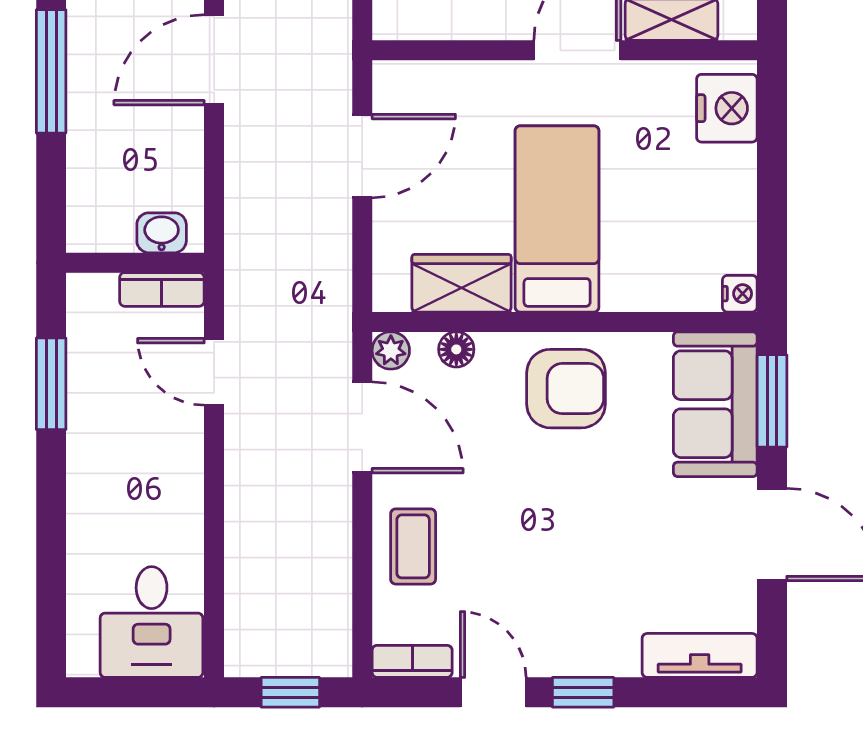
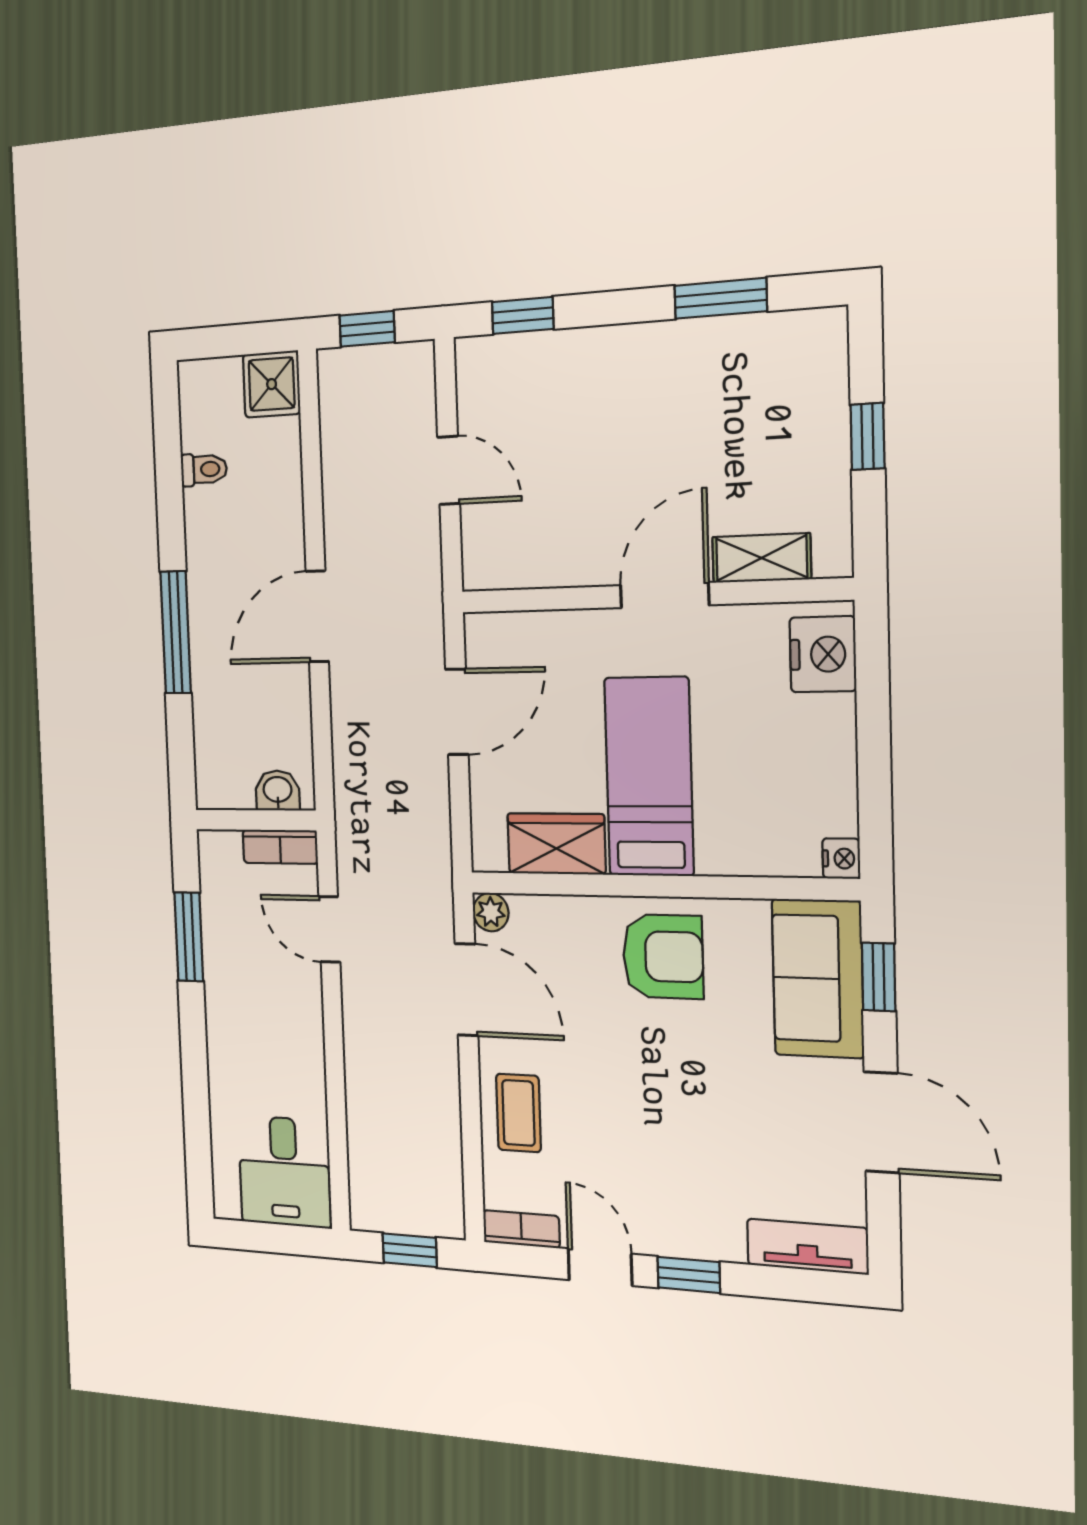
floor lamp: (456, 349) -> (553, 913), removed
window: (772, 401) -> (879, 977), width x0.67

